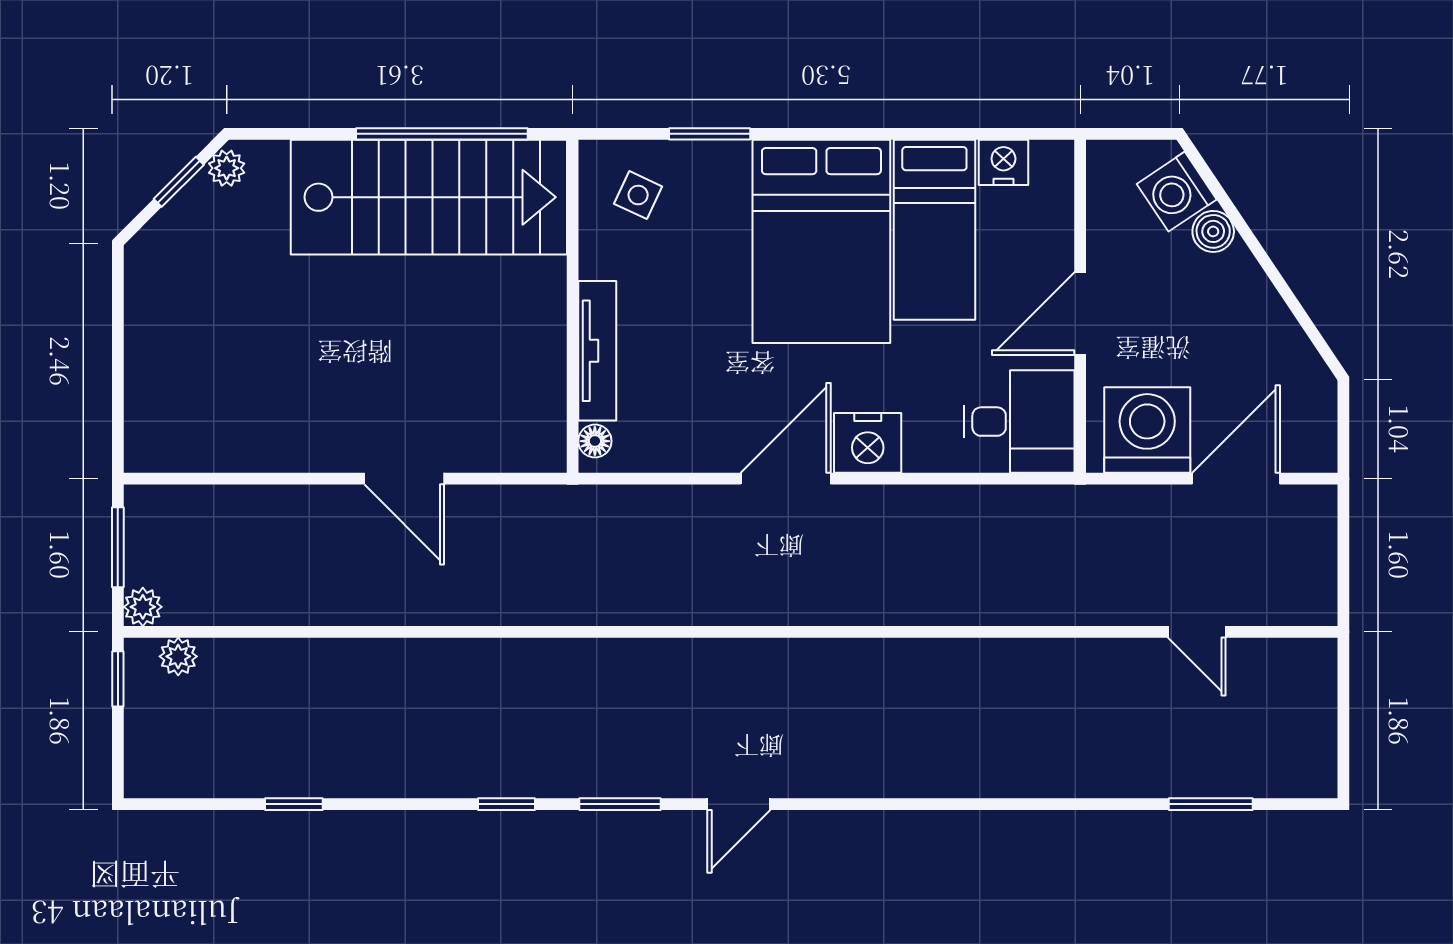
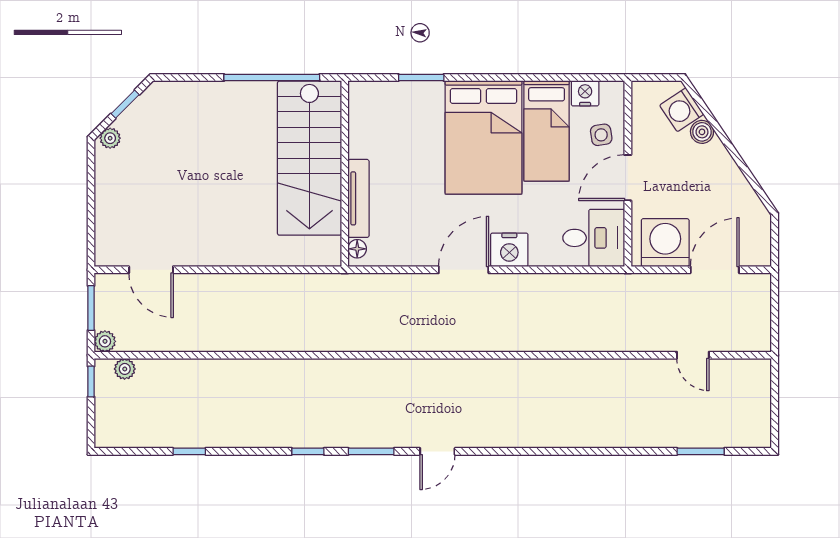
plant: (227, 168) -> (110, 138), moved
side table: (638, 195) -> (601, 135), moved, turned -34
stairs: (429, 197) -> (309, 158), moved, turned 90
door: (404, 479) -> (151, 270), moved

